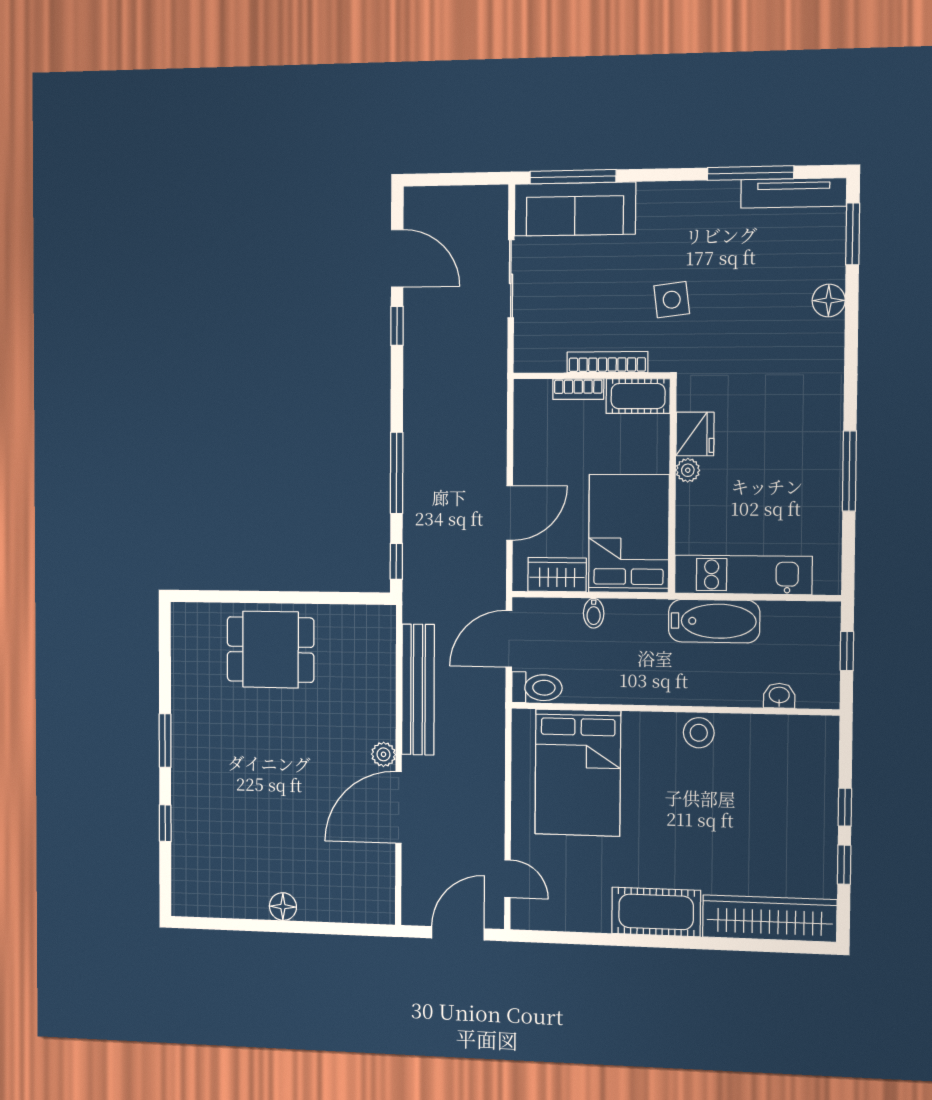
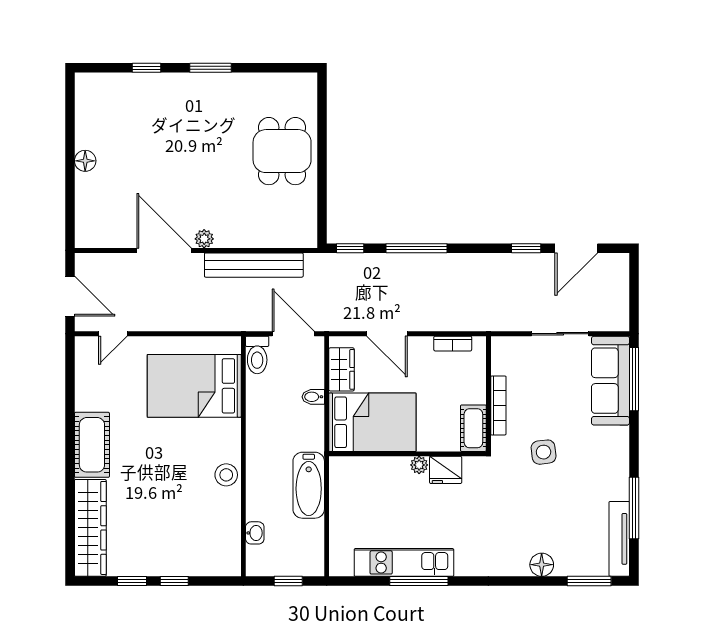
bookcase: (578, 389) -> (453, 344), moved, turned -90
kitchen unit: (743, 575) -> (404, 562), moved, turned -90

